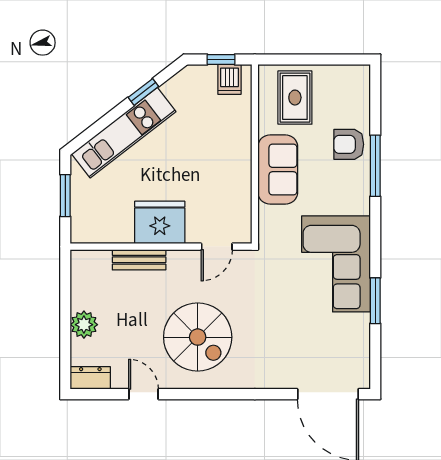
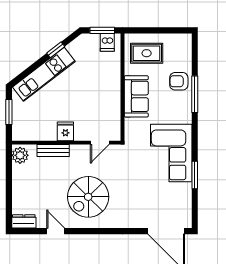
window: (221, 60) -> (102, 30), width x1.50
rug: (295, 98) -> (147, 53), turned 90
fridge: (160, 222) -> (65, 131), width x0.53, depth x0.75
plant: (84, 325) -> (20, 155), moved
spiral stairs: (198, 337) -> (88, 197), turned 90

